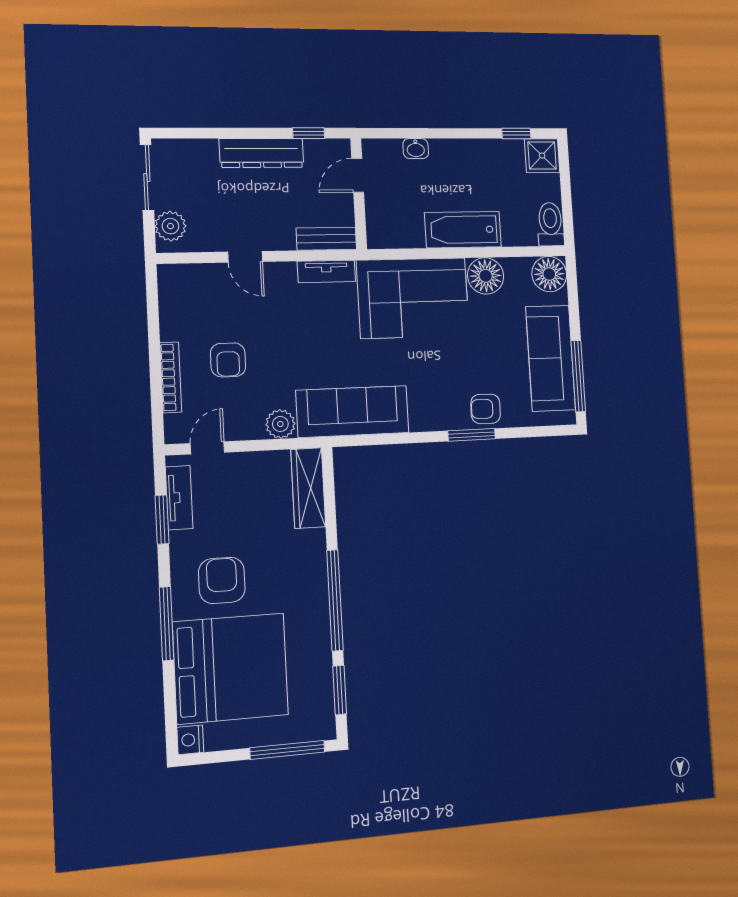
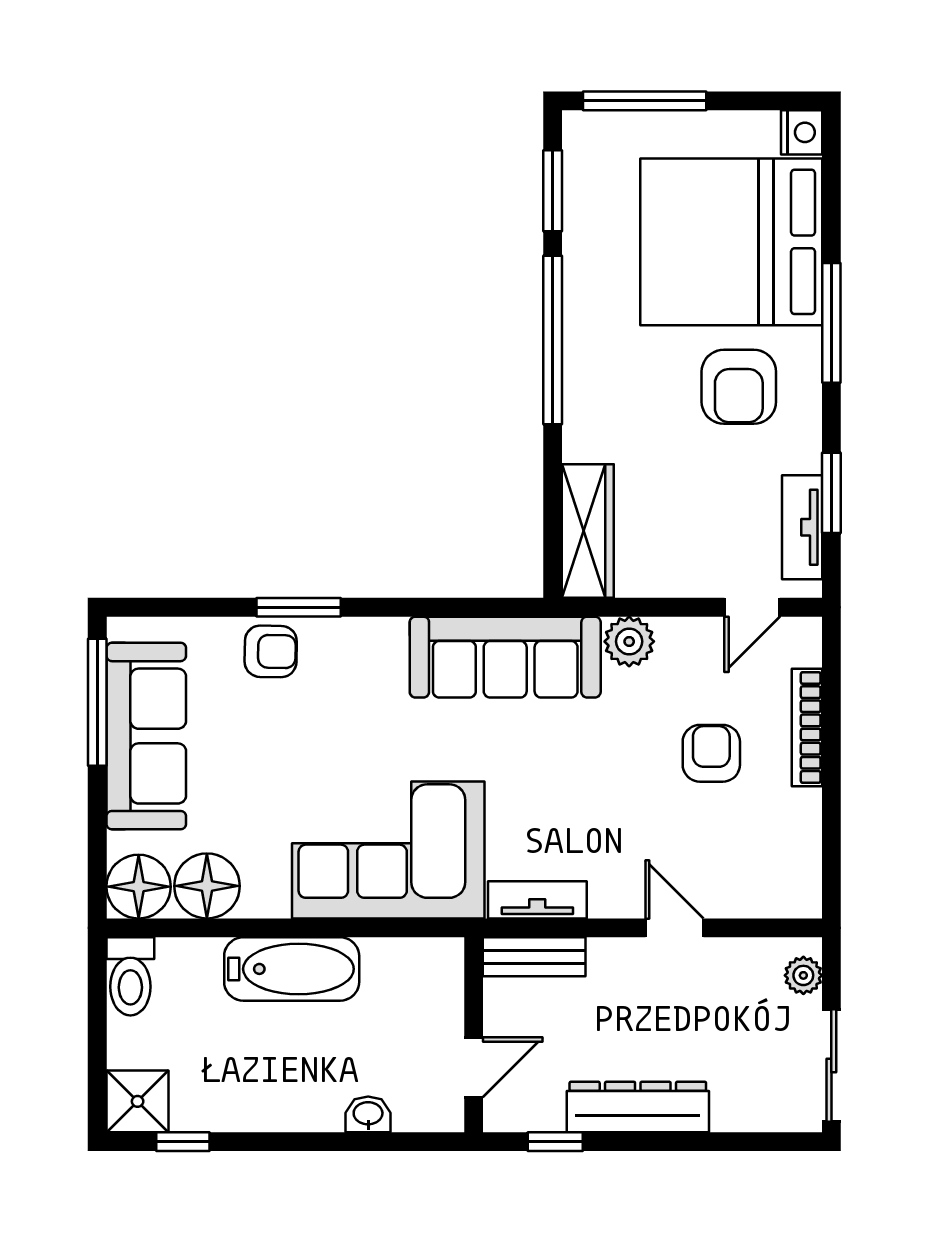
plant: (170, 226) -> (803, 975), width x0.73, depth x0.73
floor lamp: (486, 276) -> (207, 886), moved

